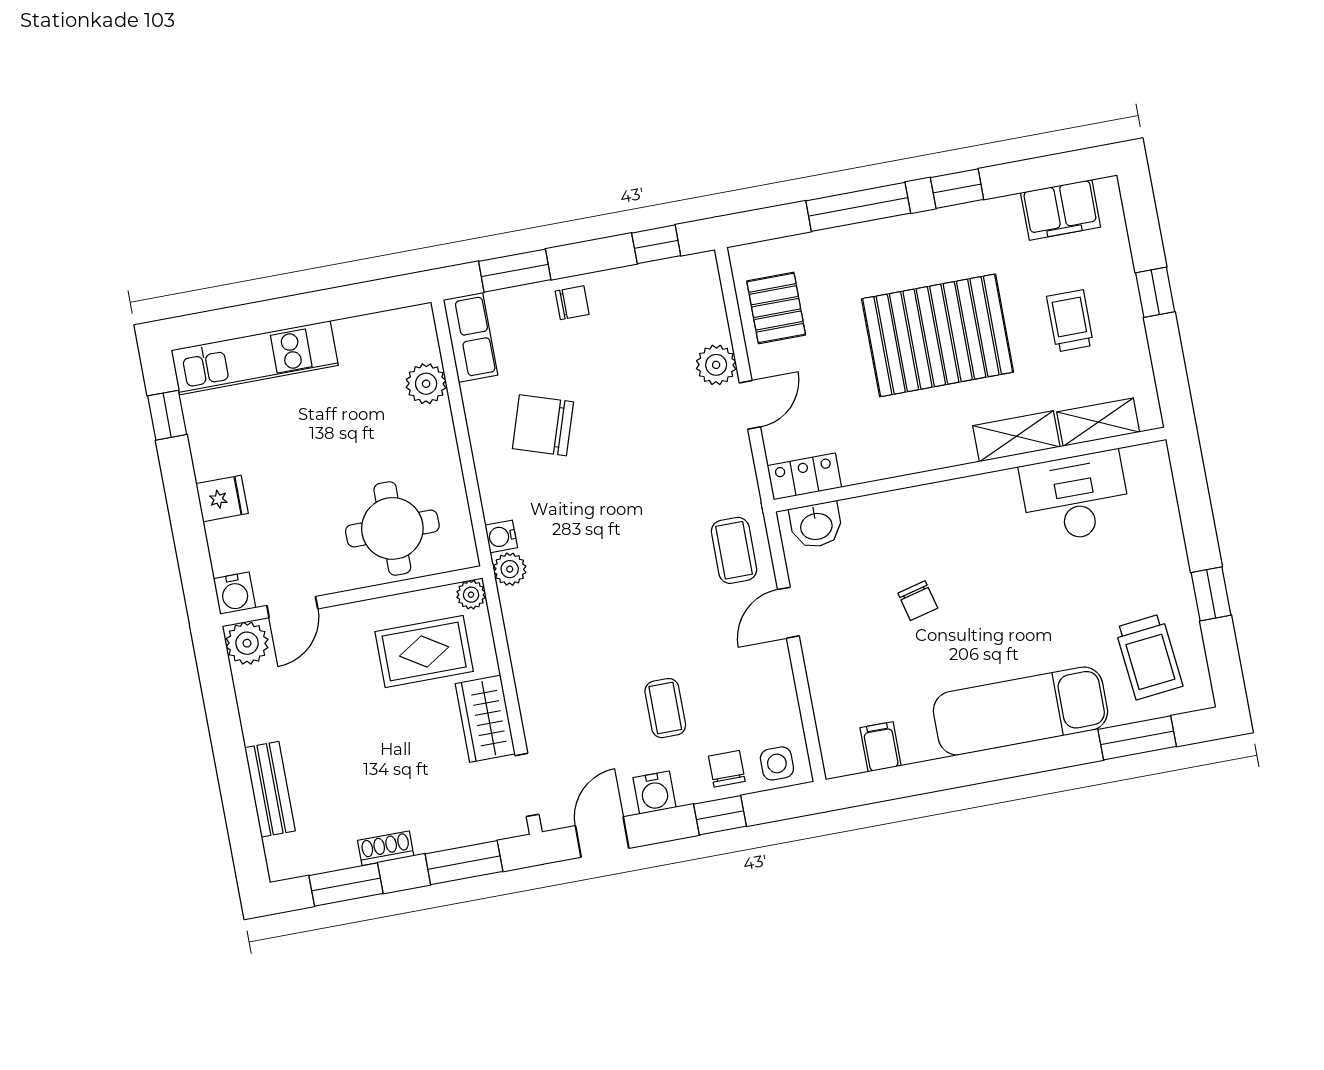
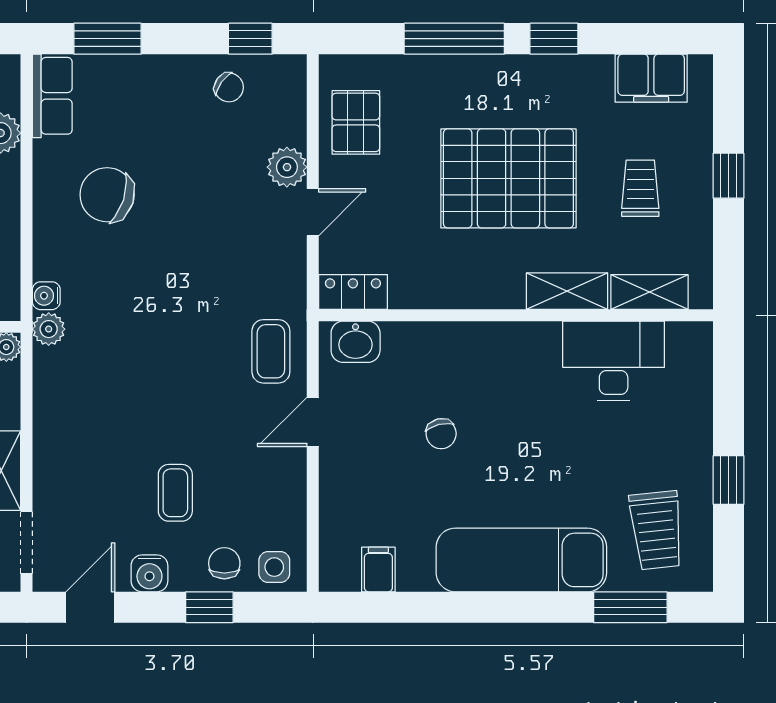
chair: (572, 303) -> (229, 87), moved, turned 35

